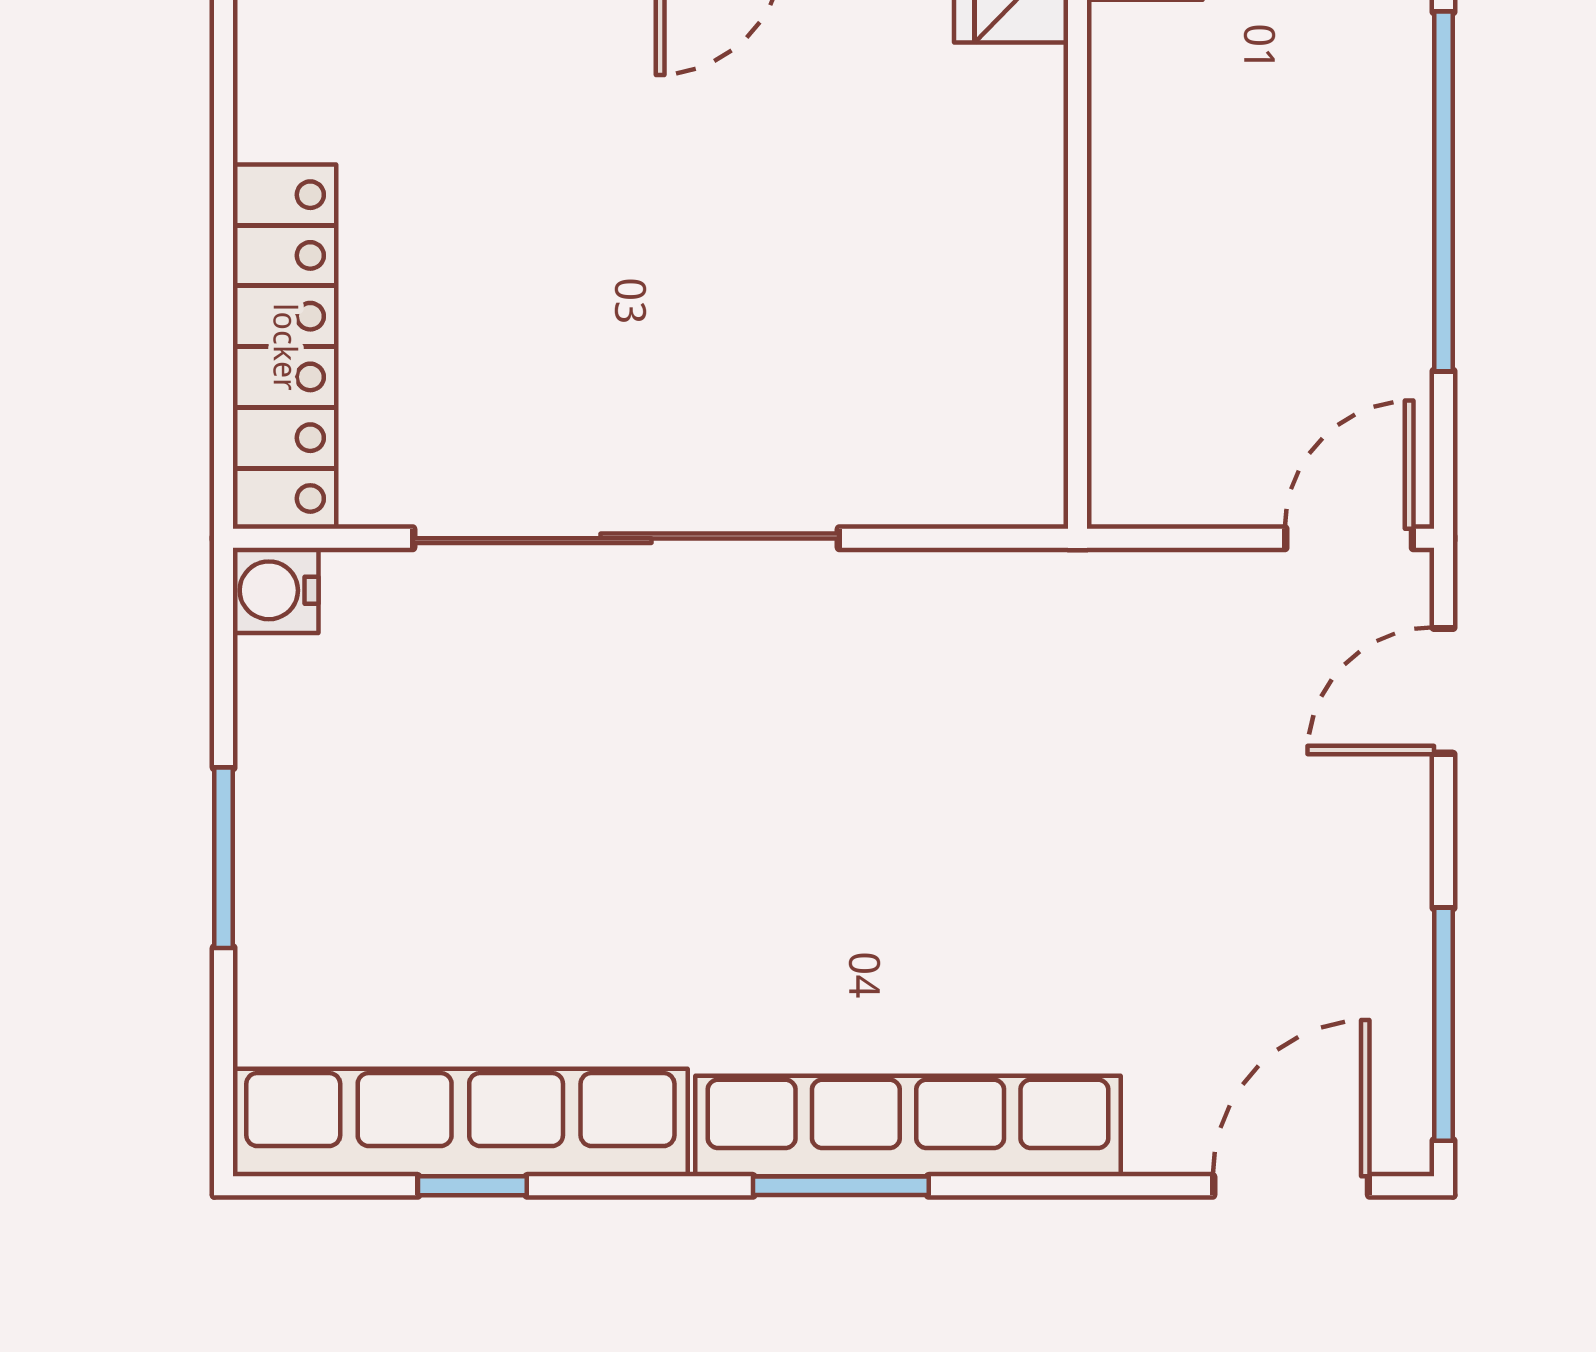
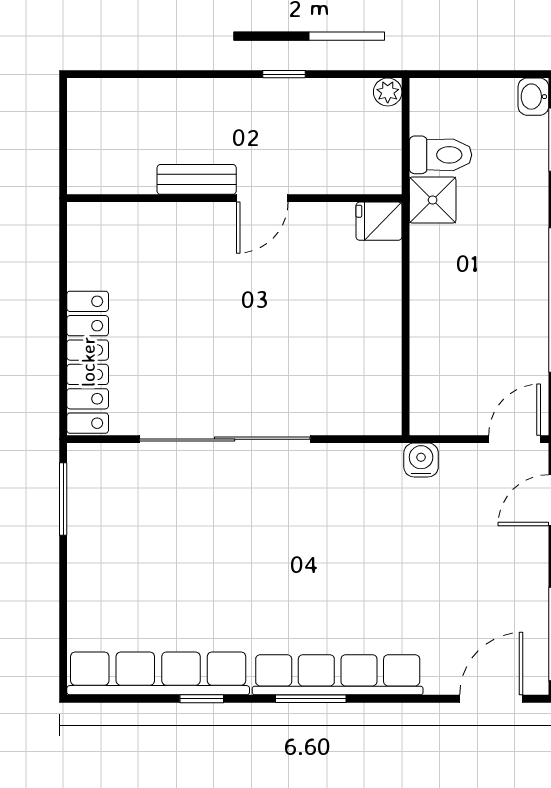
water cooler: (276, 590) -> (421, 460), moved, turned 90
window: (224, 858) -> (63, 499), moved
window: (472, 1186) -> (202, 699), moved

